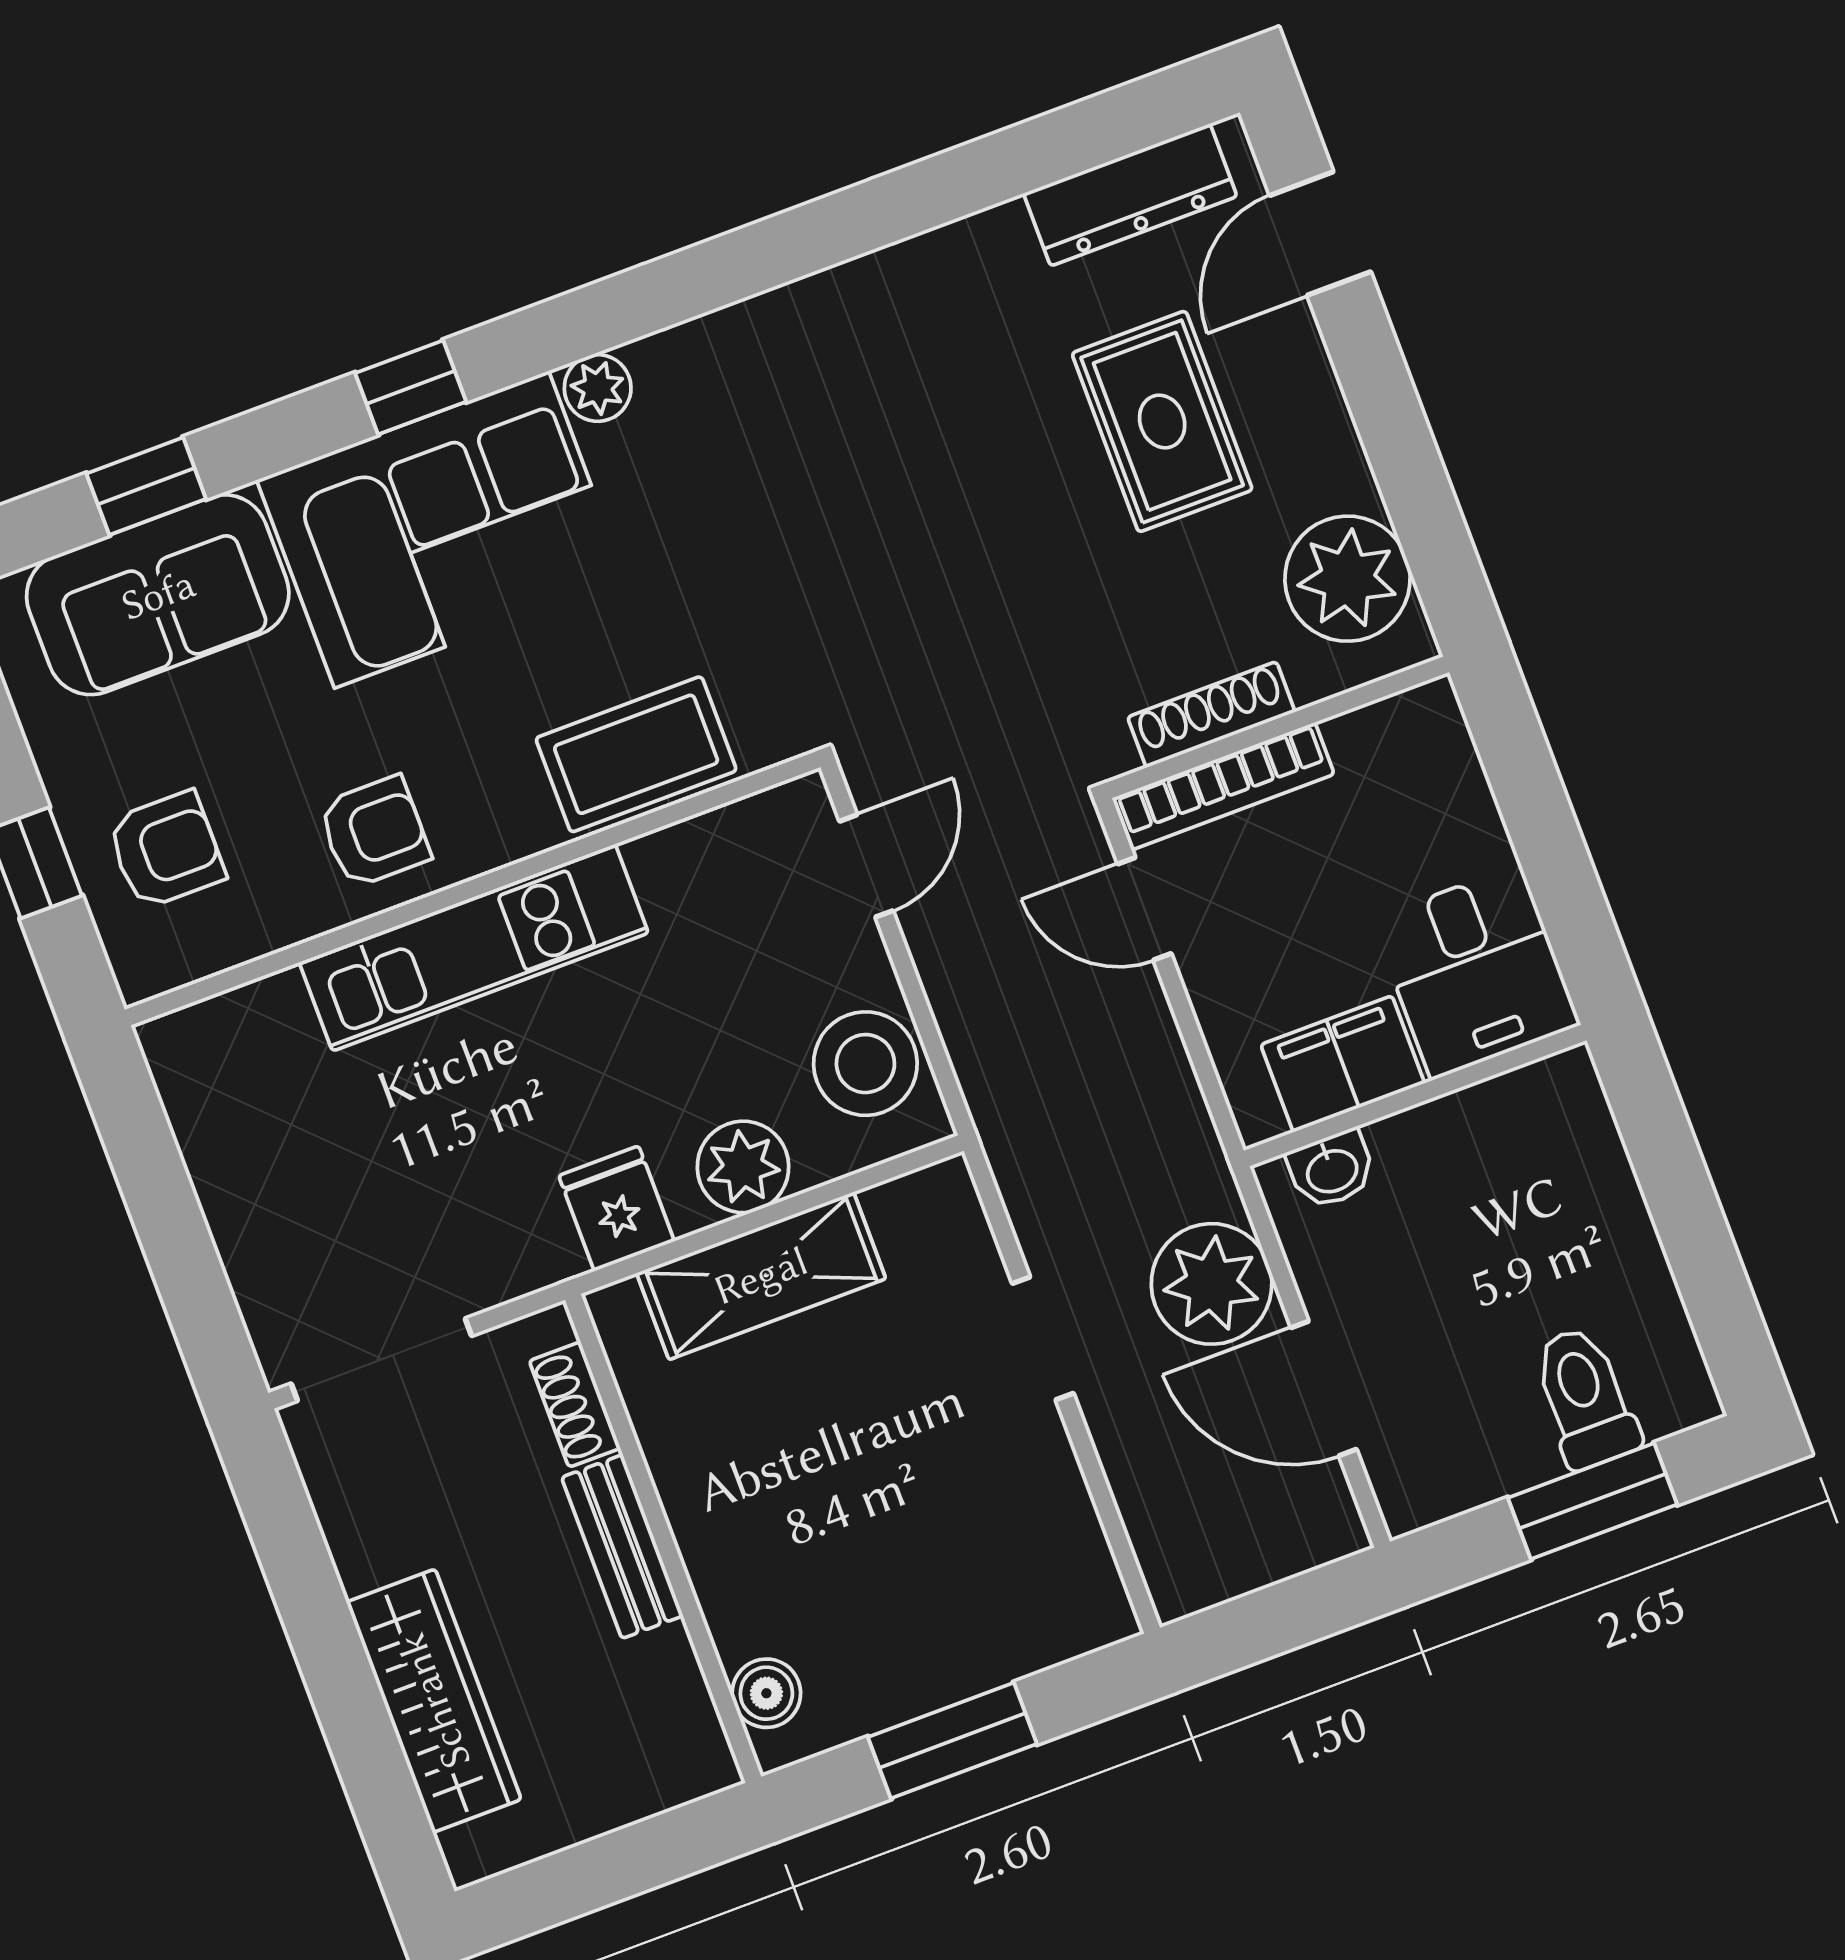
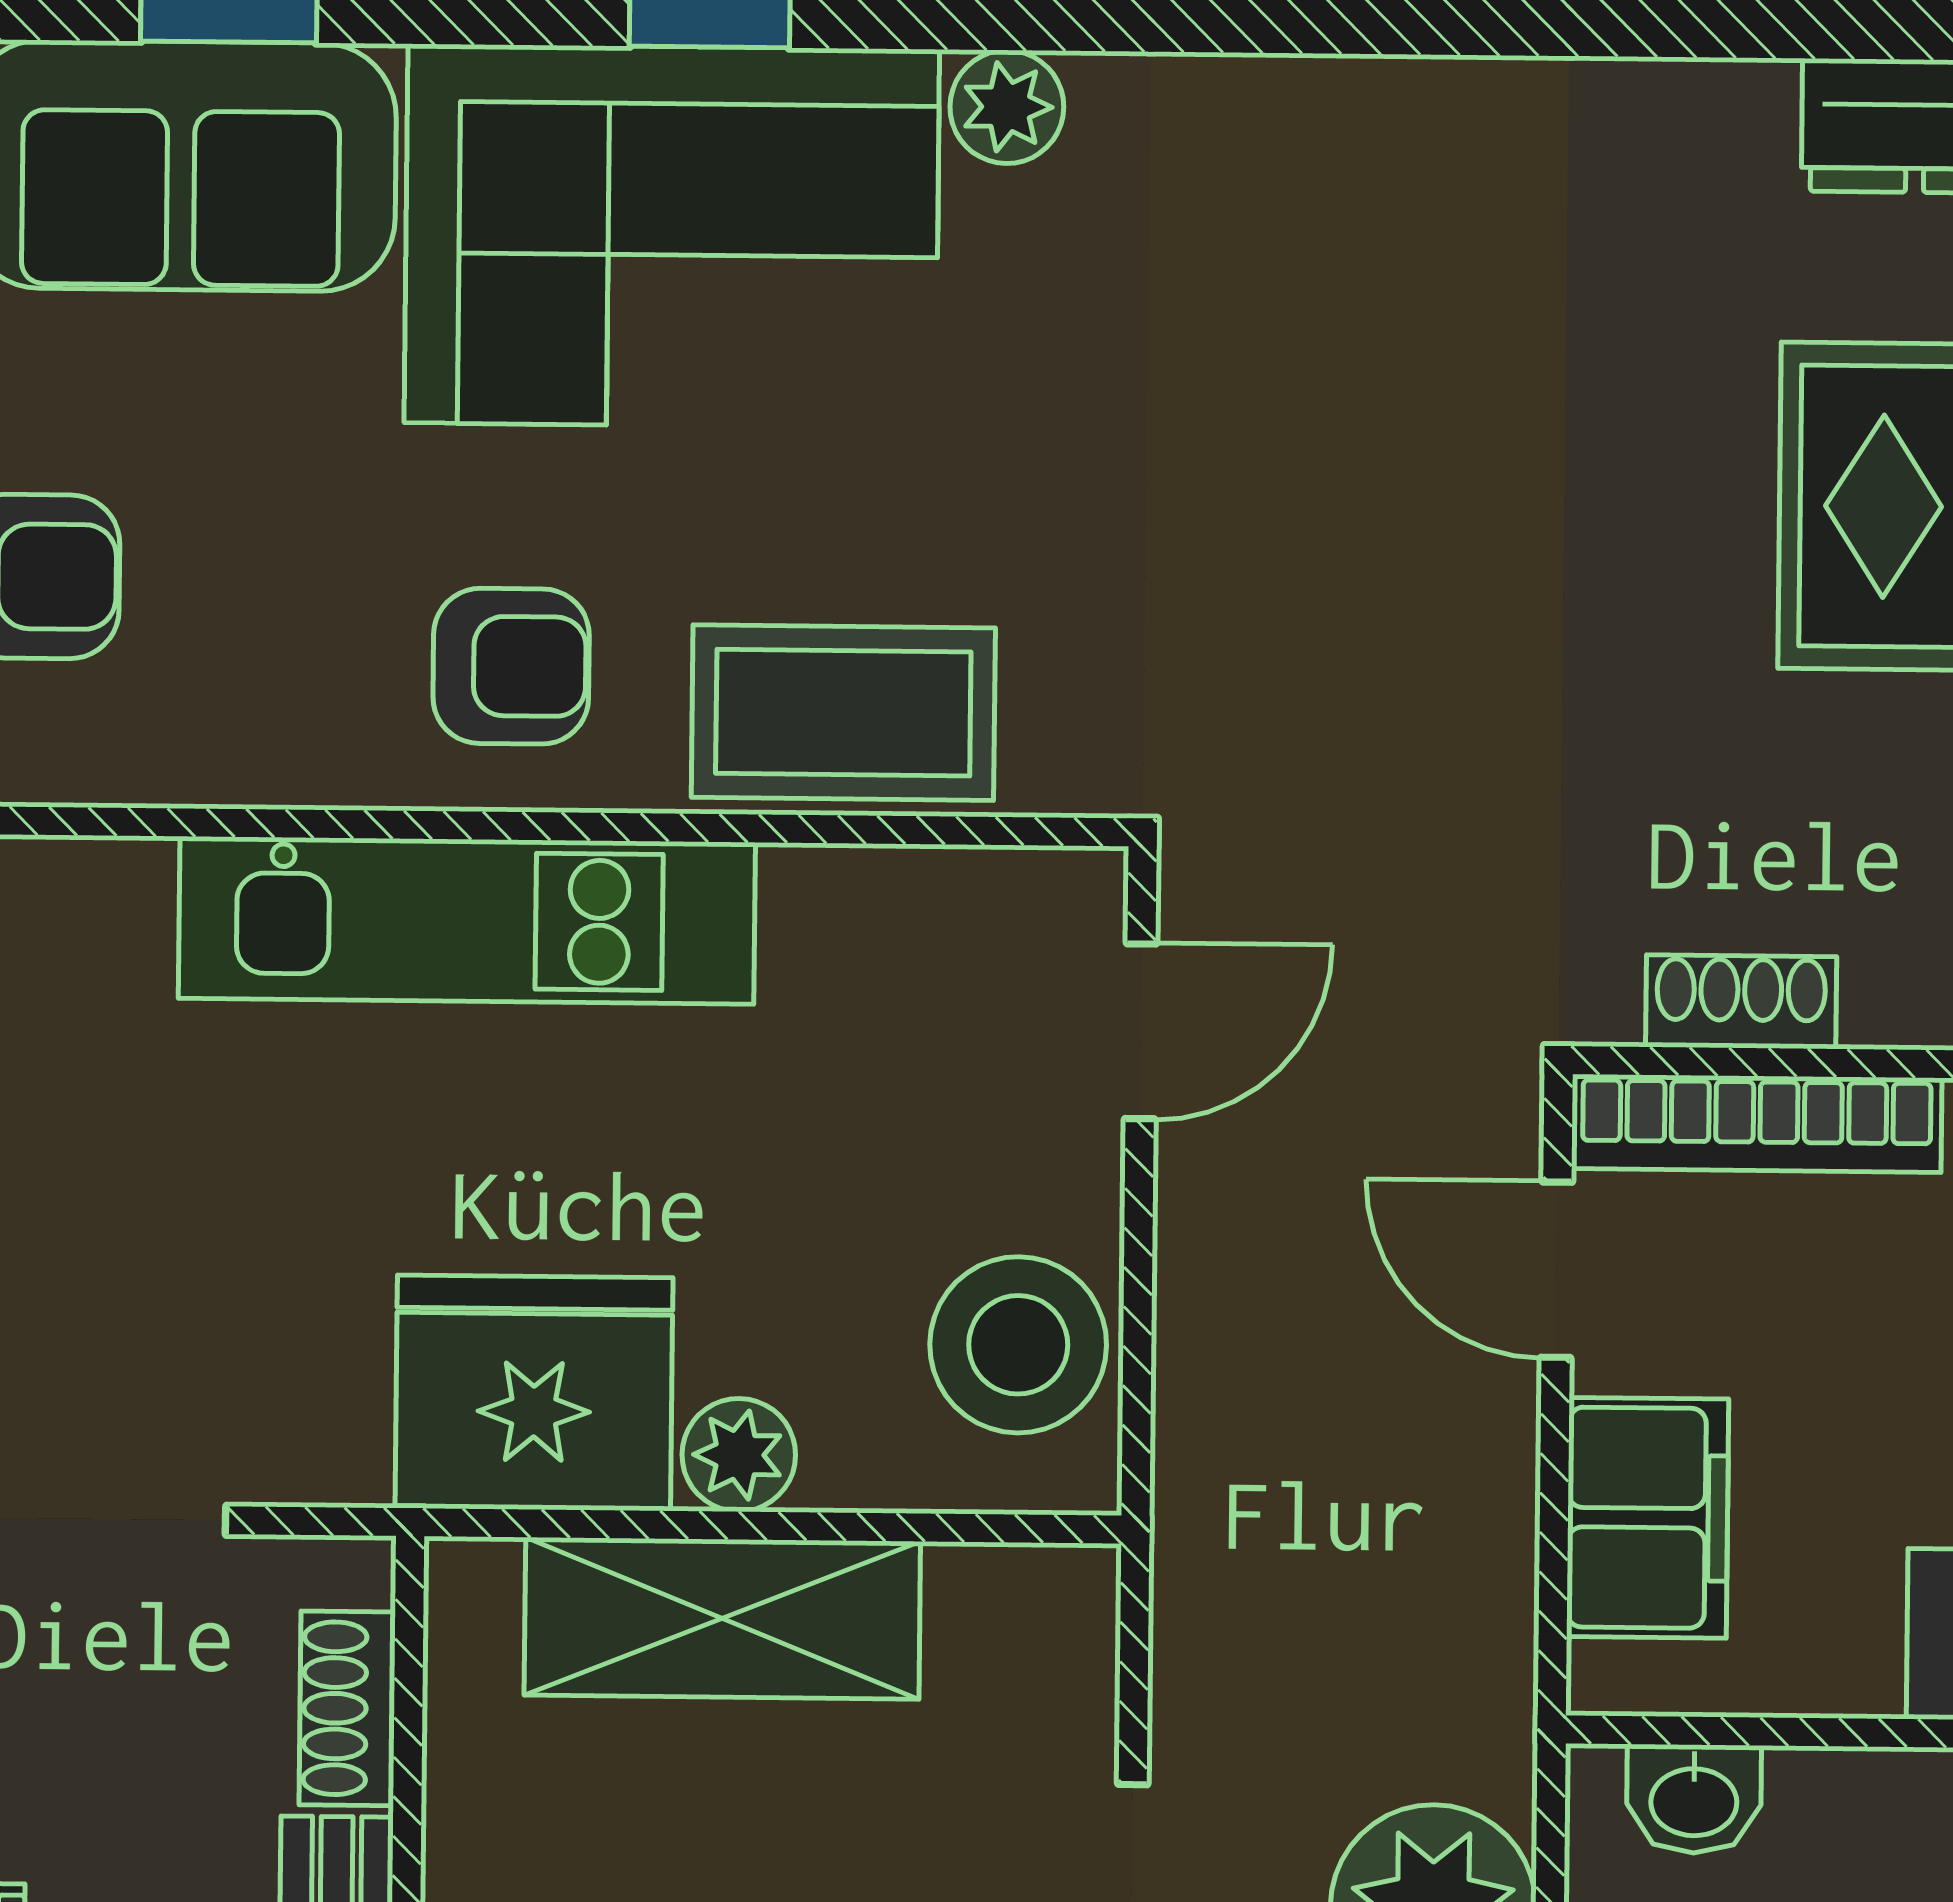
shoe rack: (1211, 715) -> (1741, 1002), width x0.70
armchair: (374, 832) -> (511, 666), moved
filing cabinet: (1343, 1064) -> (1648, 1518), moved, turned 90
plant: (743, 1167) -> (739, 1455), width x0.73, depth x0.73
fridge: (616, 1208) -> (534, 1393), width x1.88, depth x1.34

